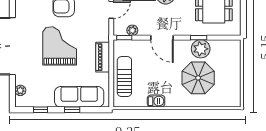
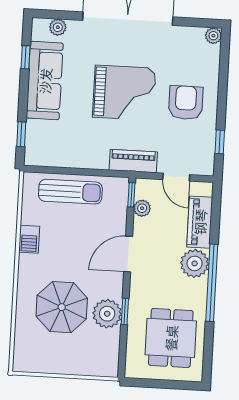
piano: (103, 57) -> (133, 161), moved
sofa: (79, 97) -> (45, 81), moved
window: (72, 110) -> (21, 134), moved

